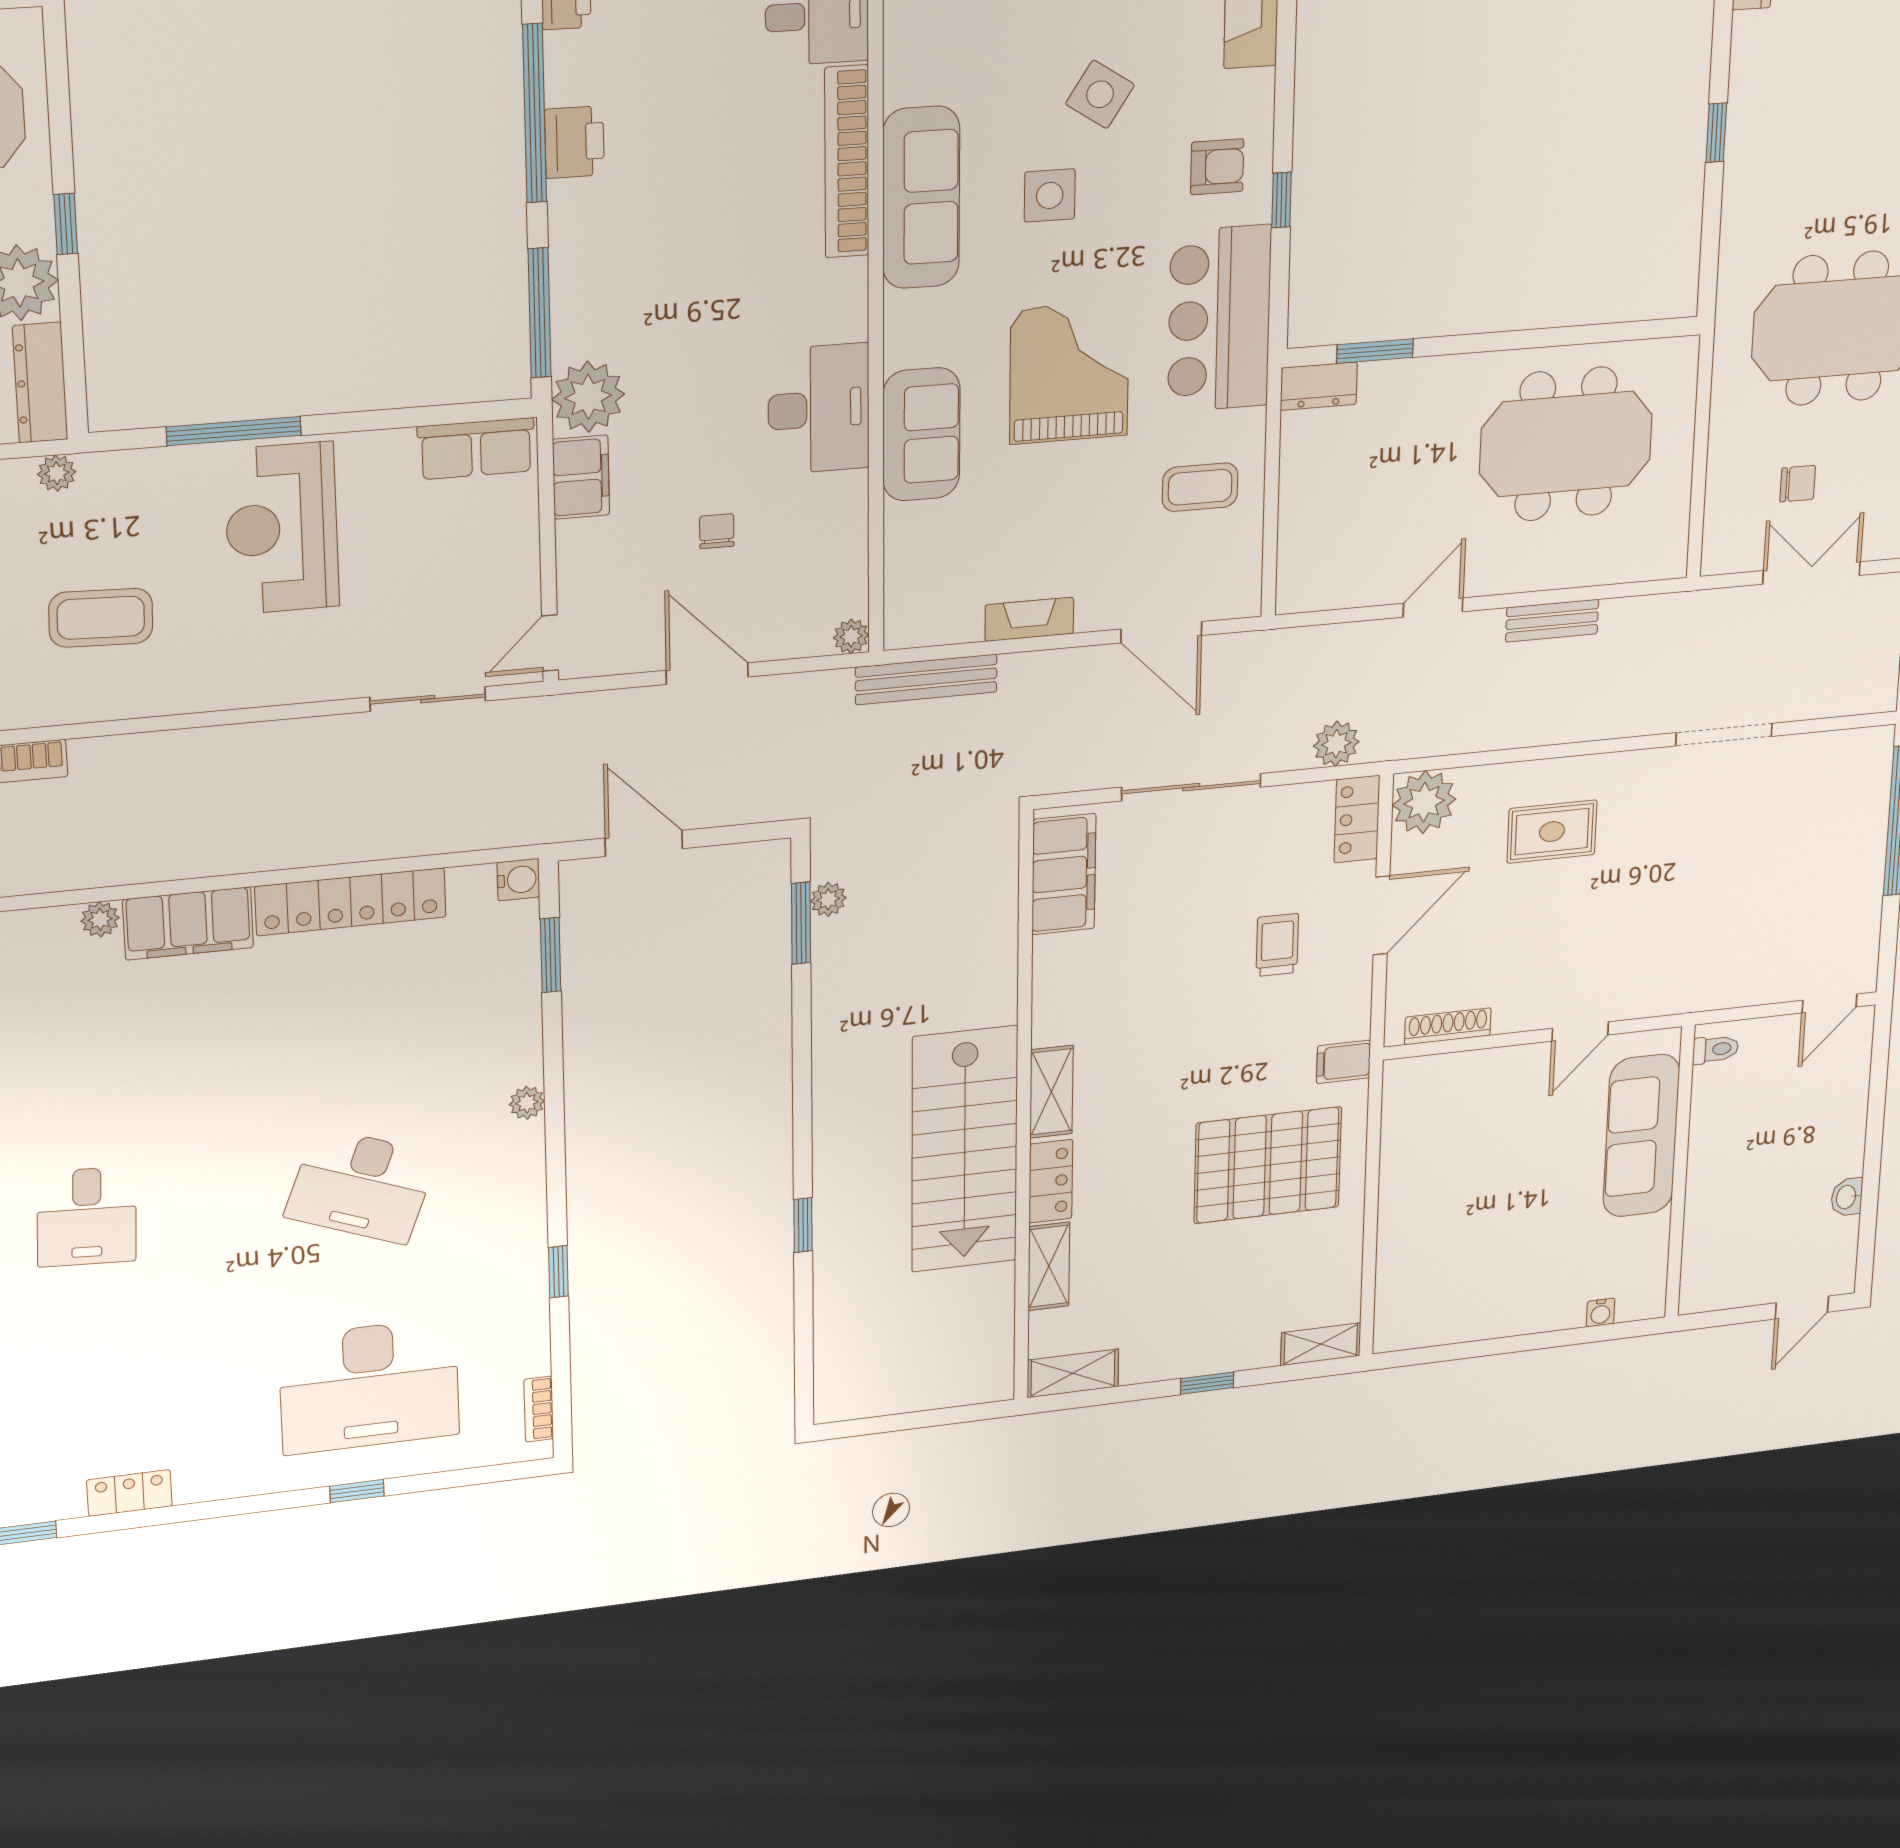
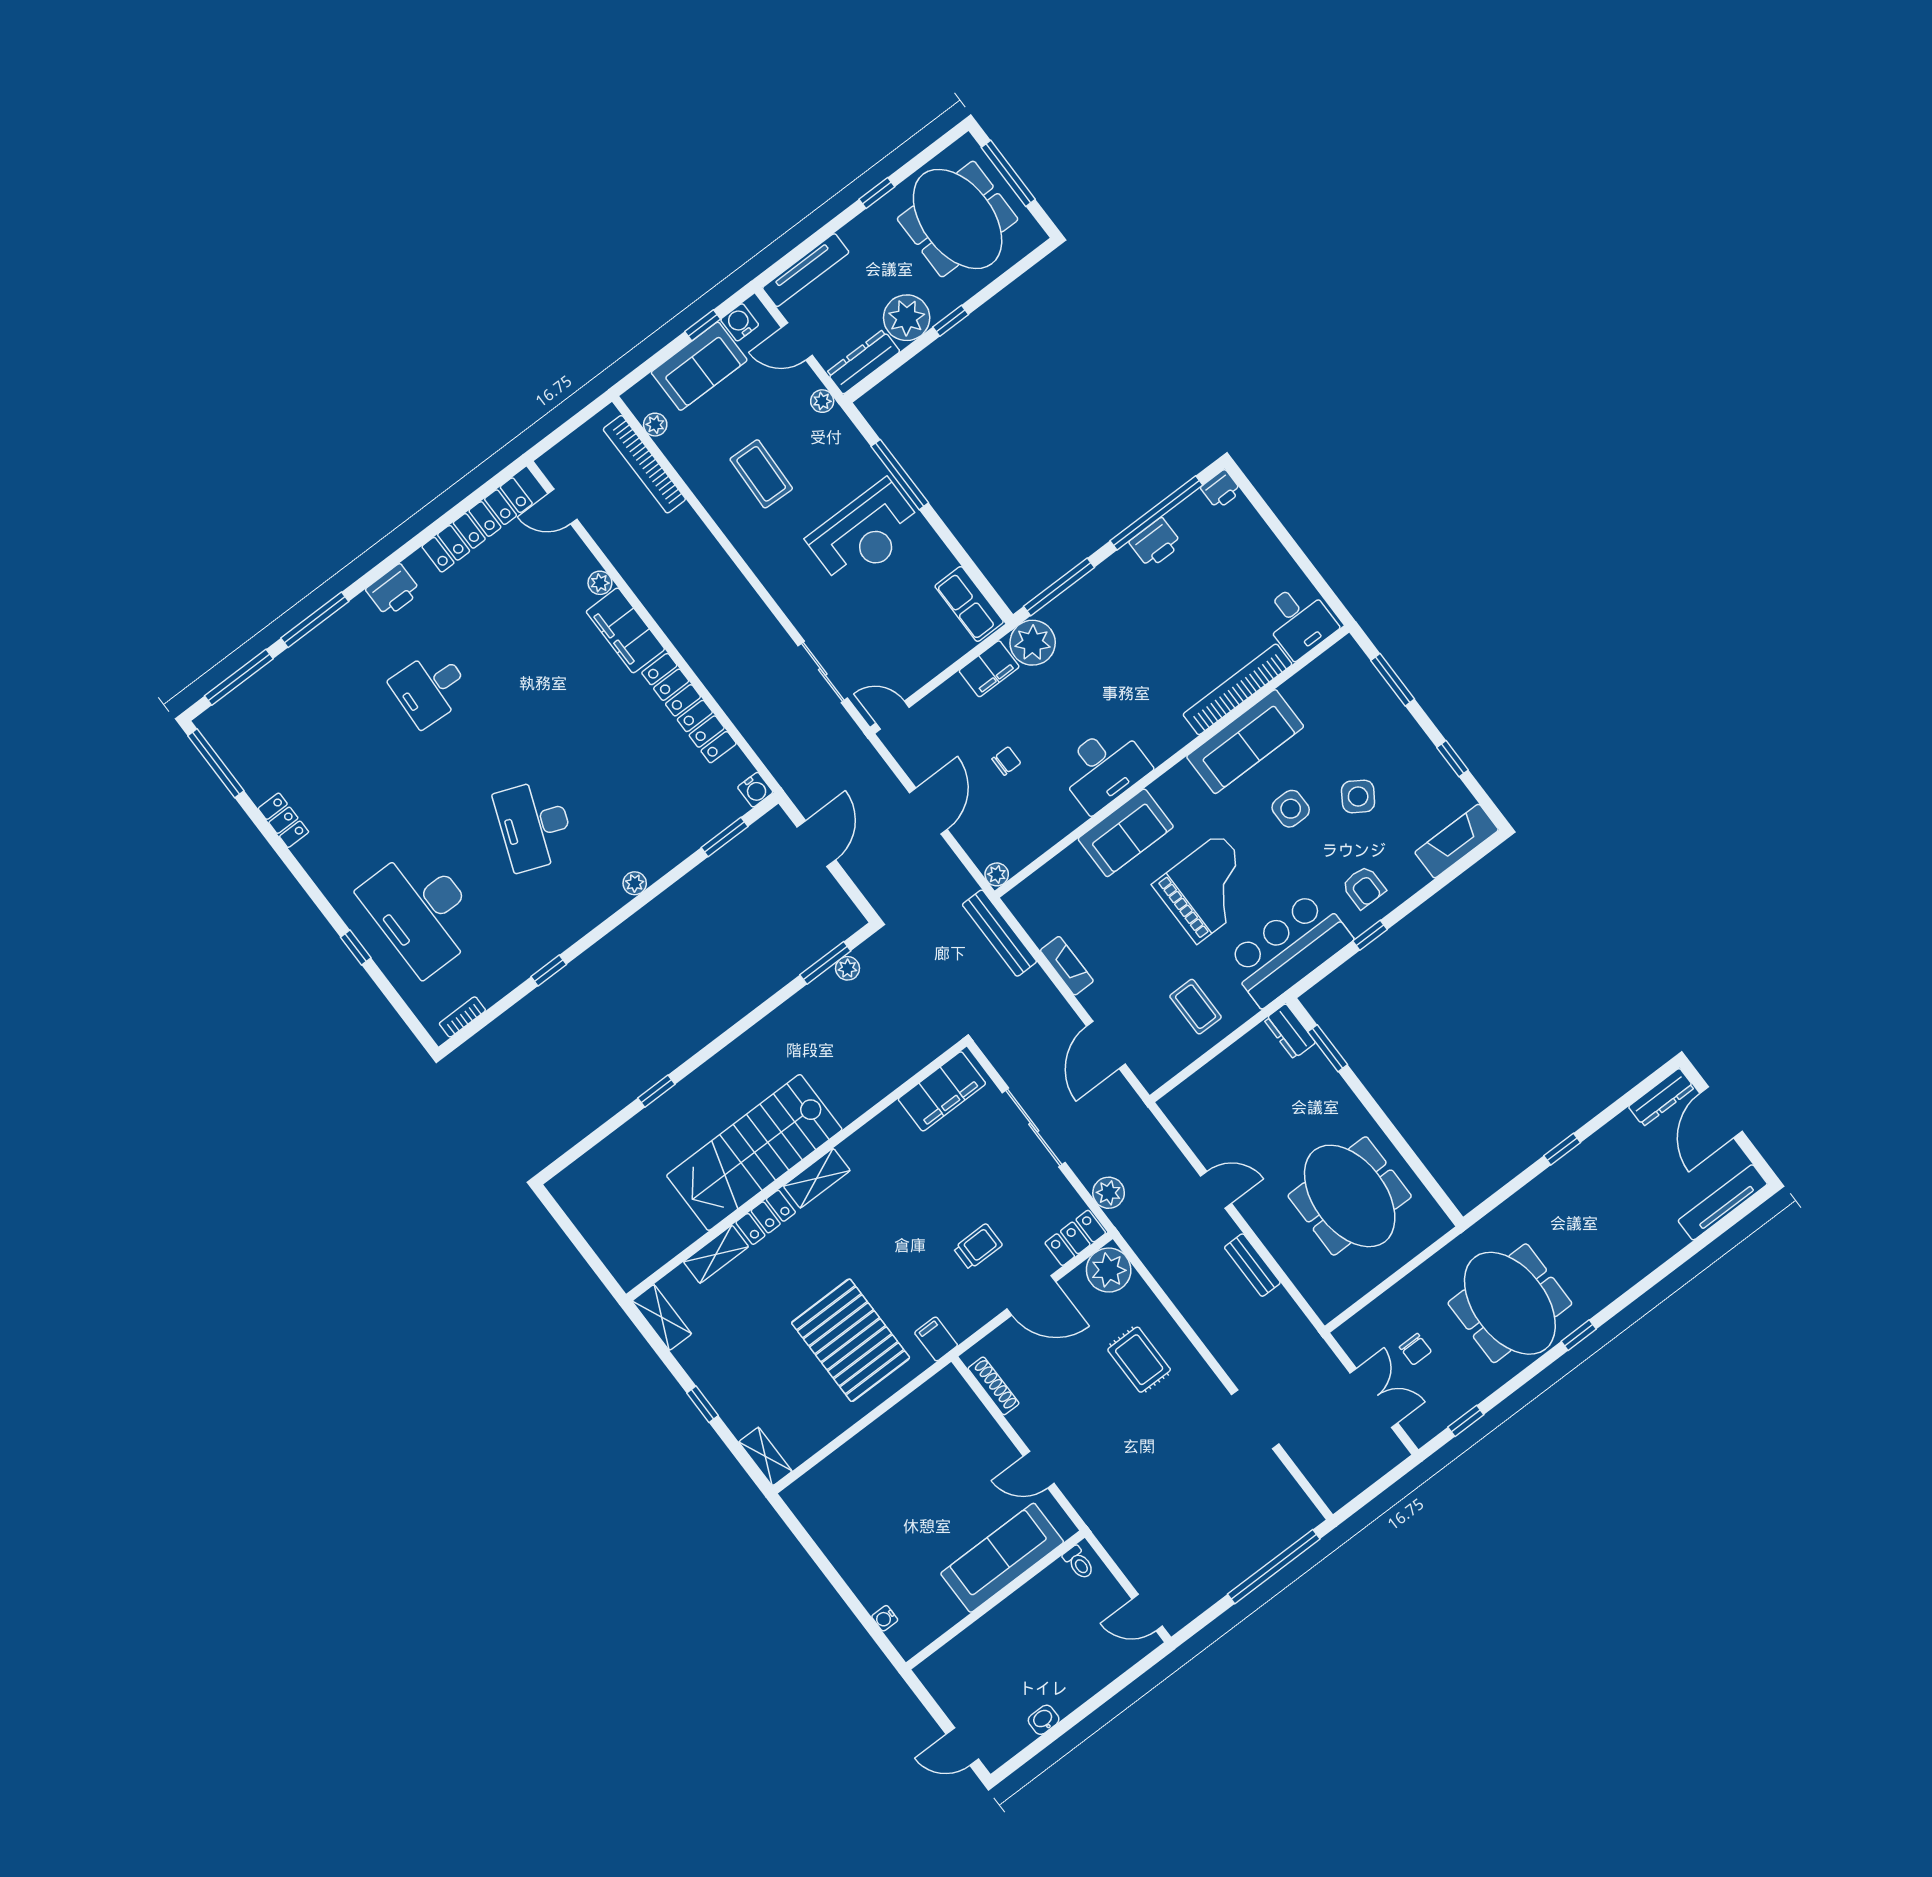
reception desk: (282, 528) -> (865, 533), turned 180

